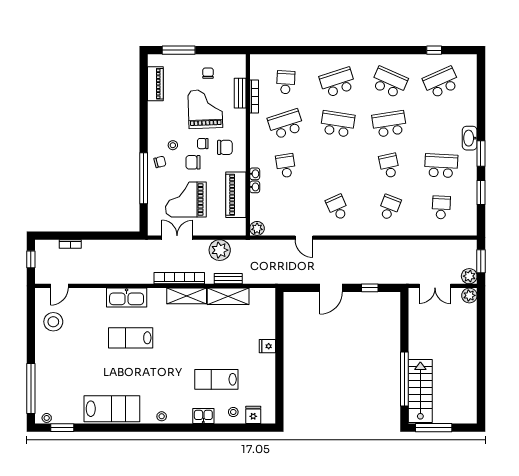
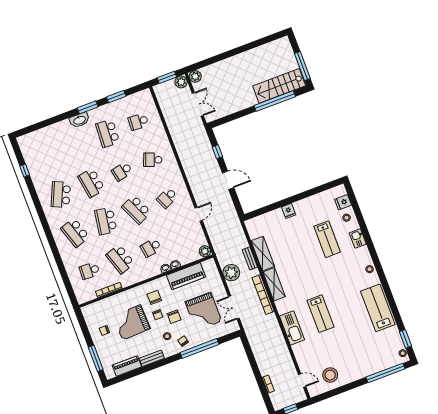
school desk: (441, 82) -> (136, 209), moved
bench: (240, 93) -> (152, 358), moved

